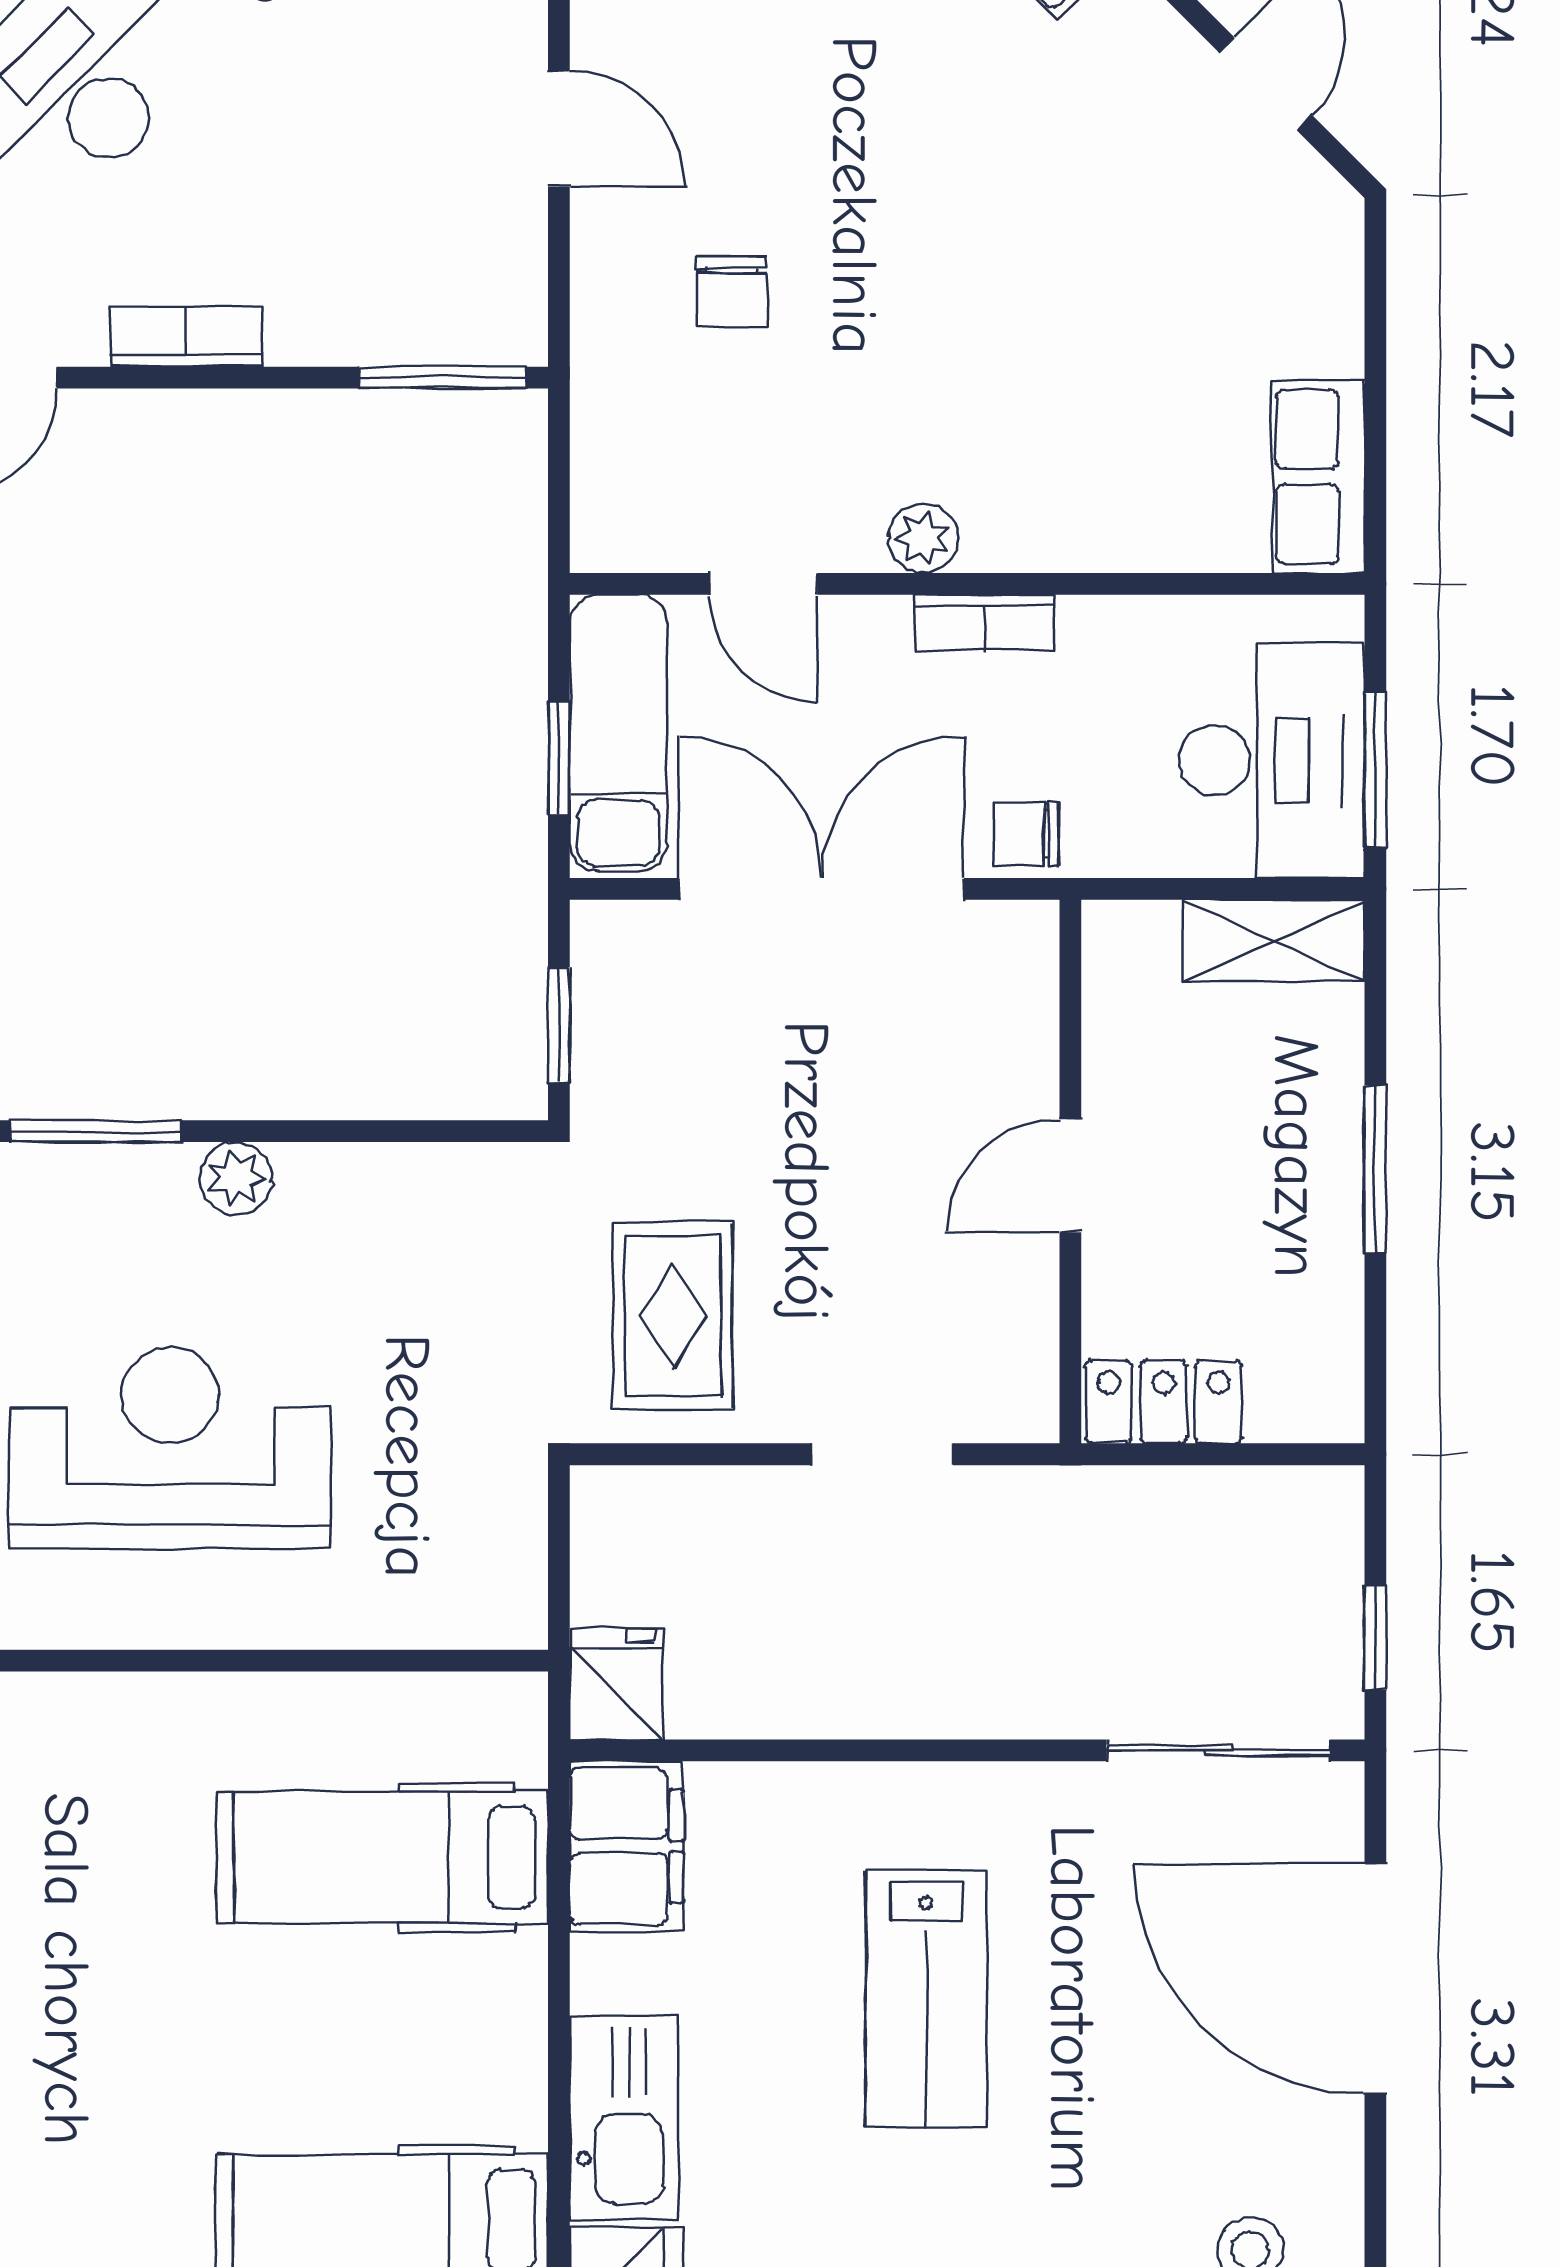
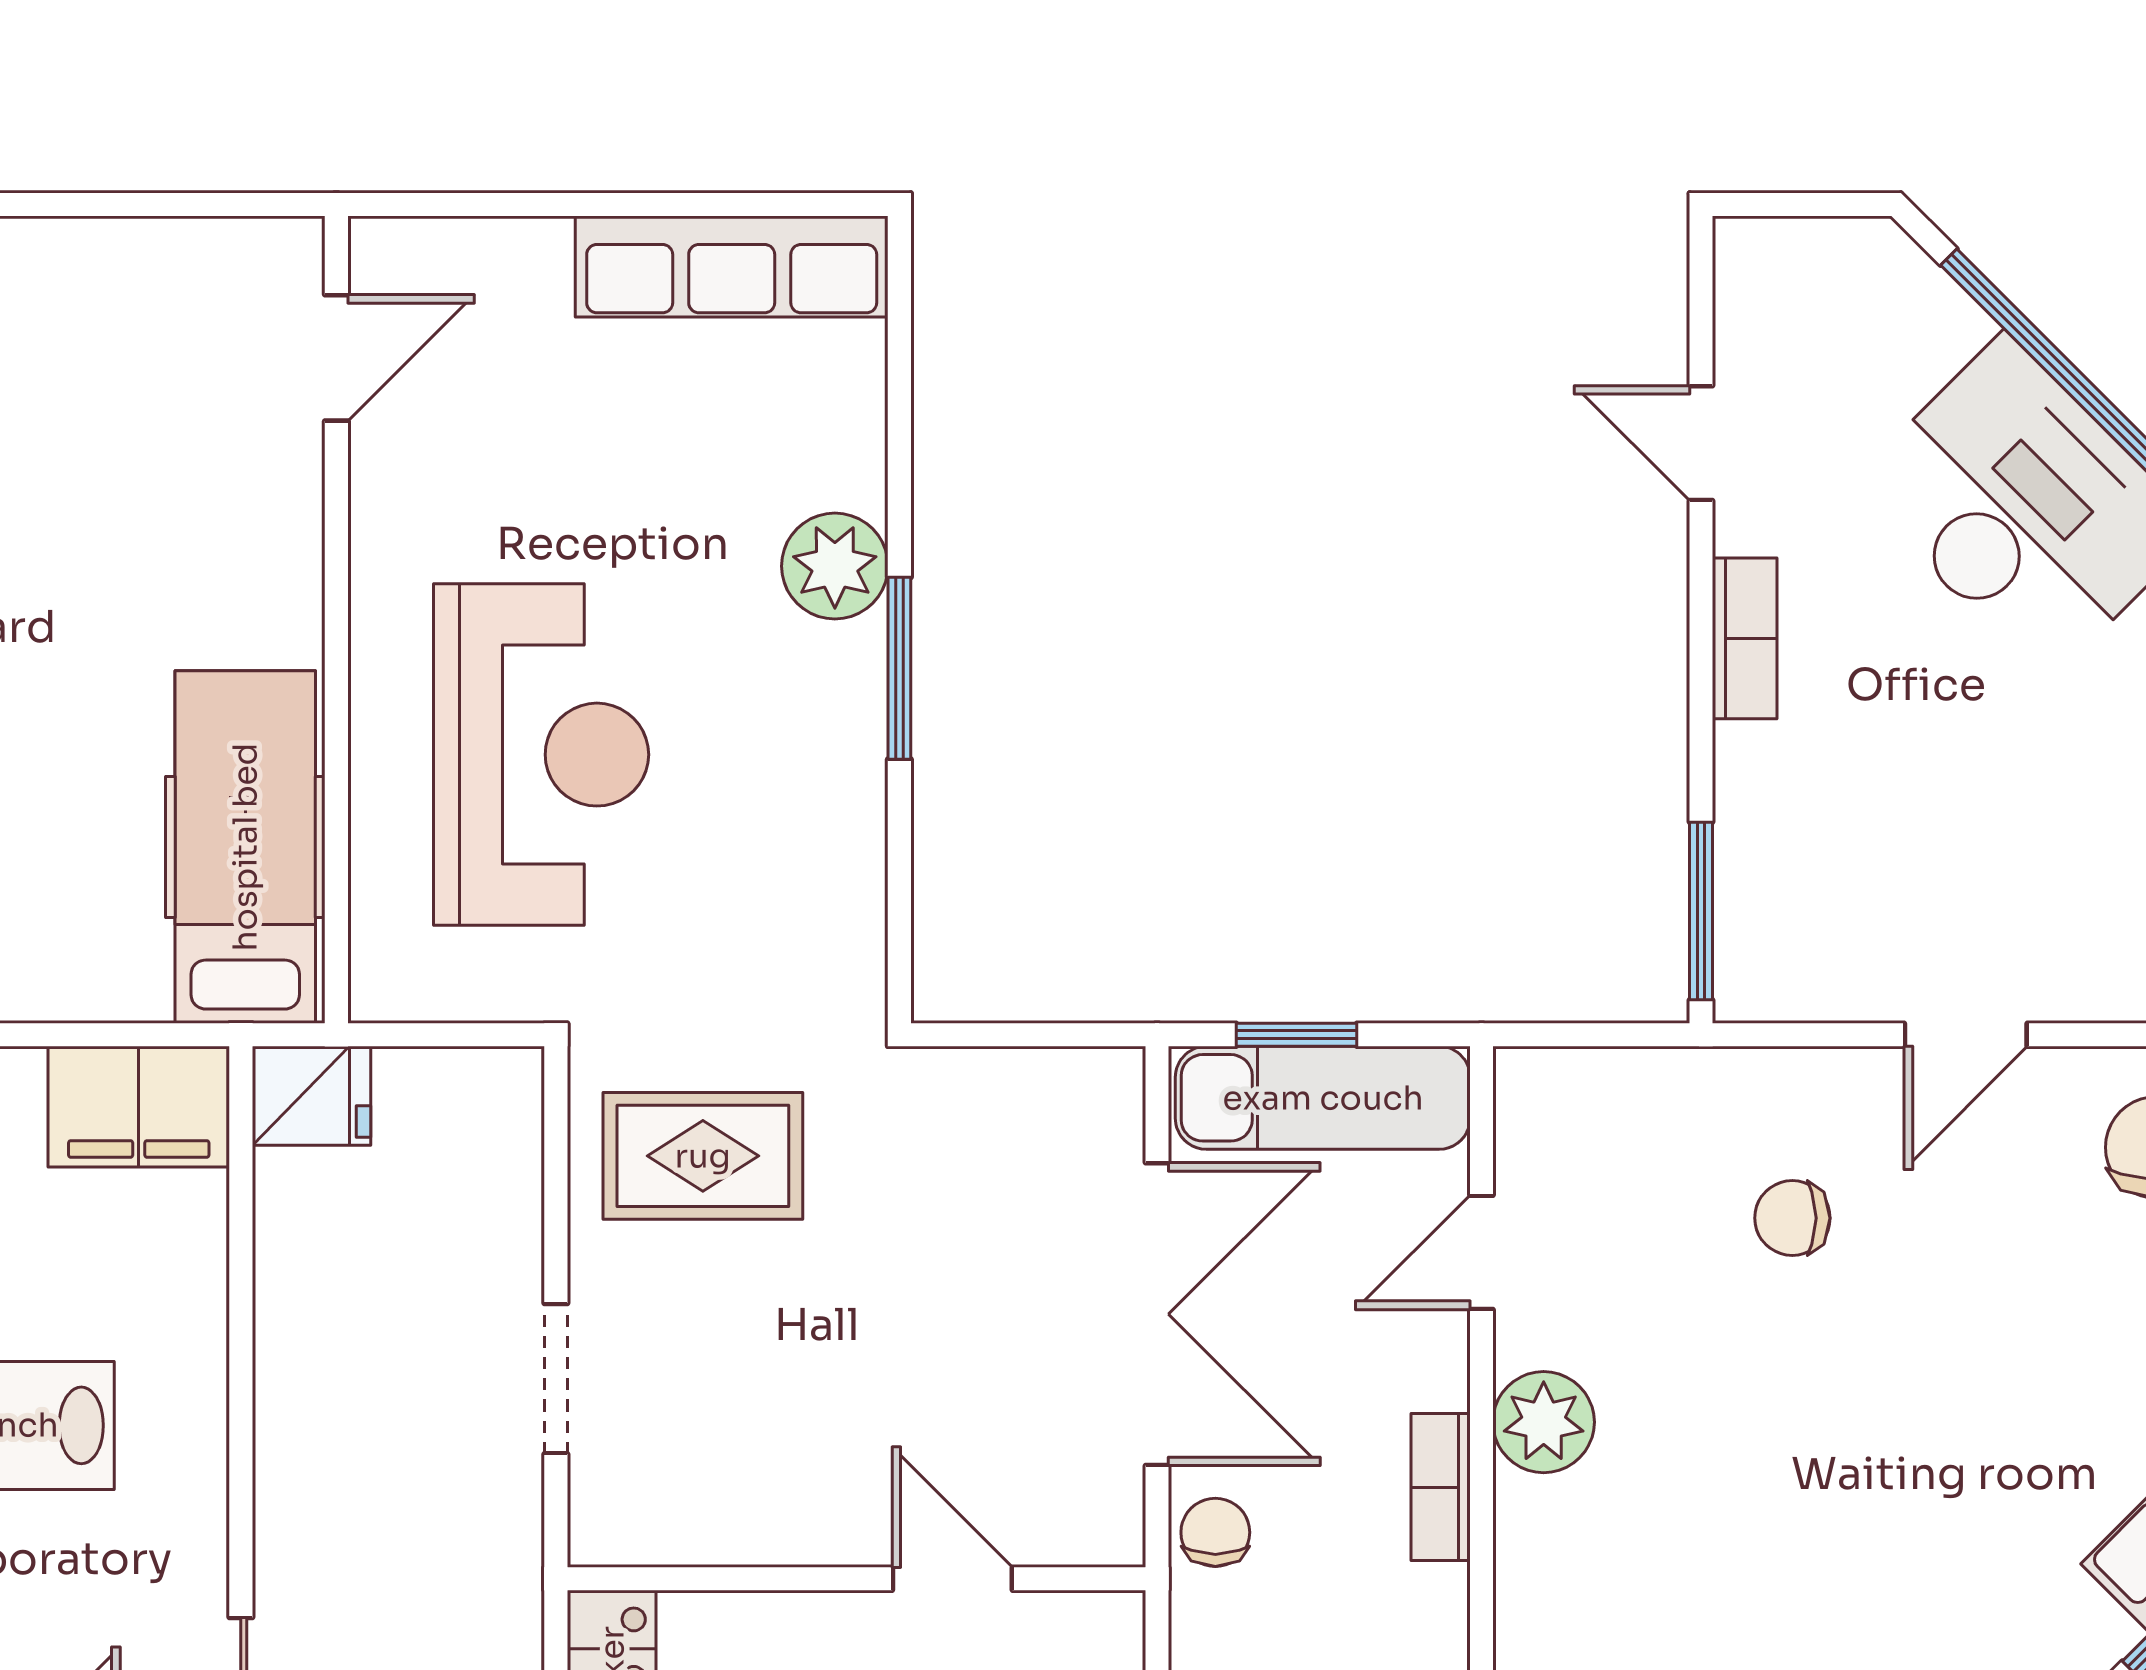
plant: (923, 538) -> (1544, 1422), width x1.38, depth x1.38
window: (559, 1025) -> (1012, 1035), removed
window: (96, 1131) -> (899, 668), moved
door: (1070, 1176) -> (952, 1579), moved
plant: (236, 1178) -> (835, 566), moved, width x1.38, depth x1.38
reception desk: (170, 1448) -> (541, 755), moved
hospital bed: (382, 1857) -> (245, 847), moved

